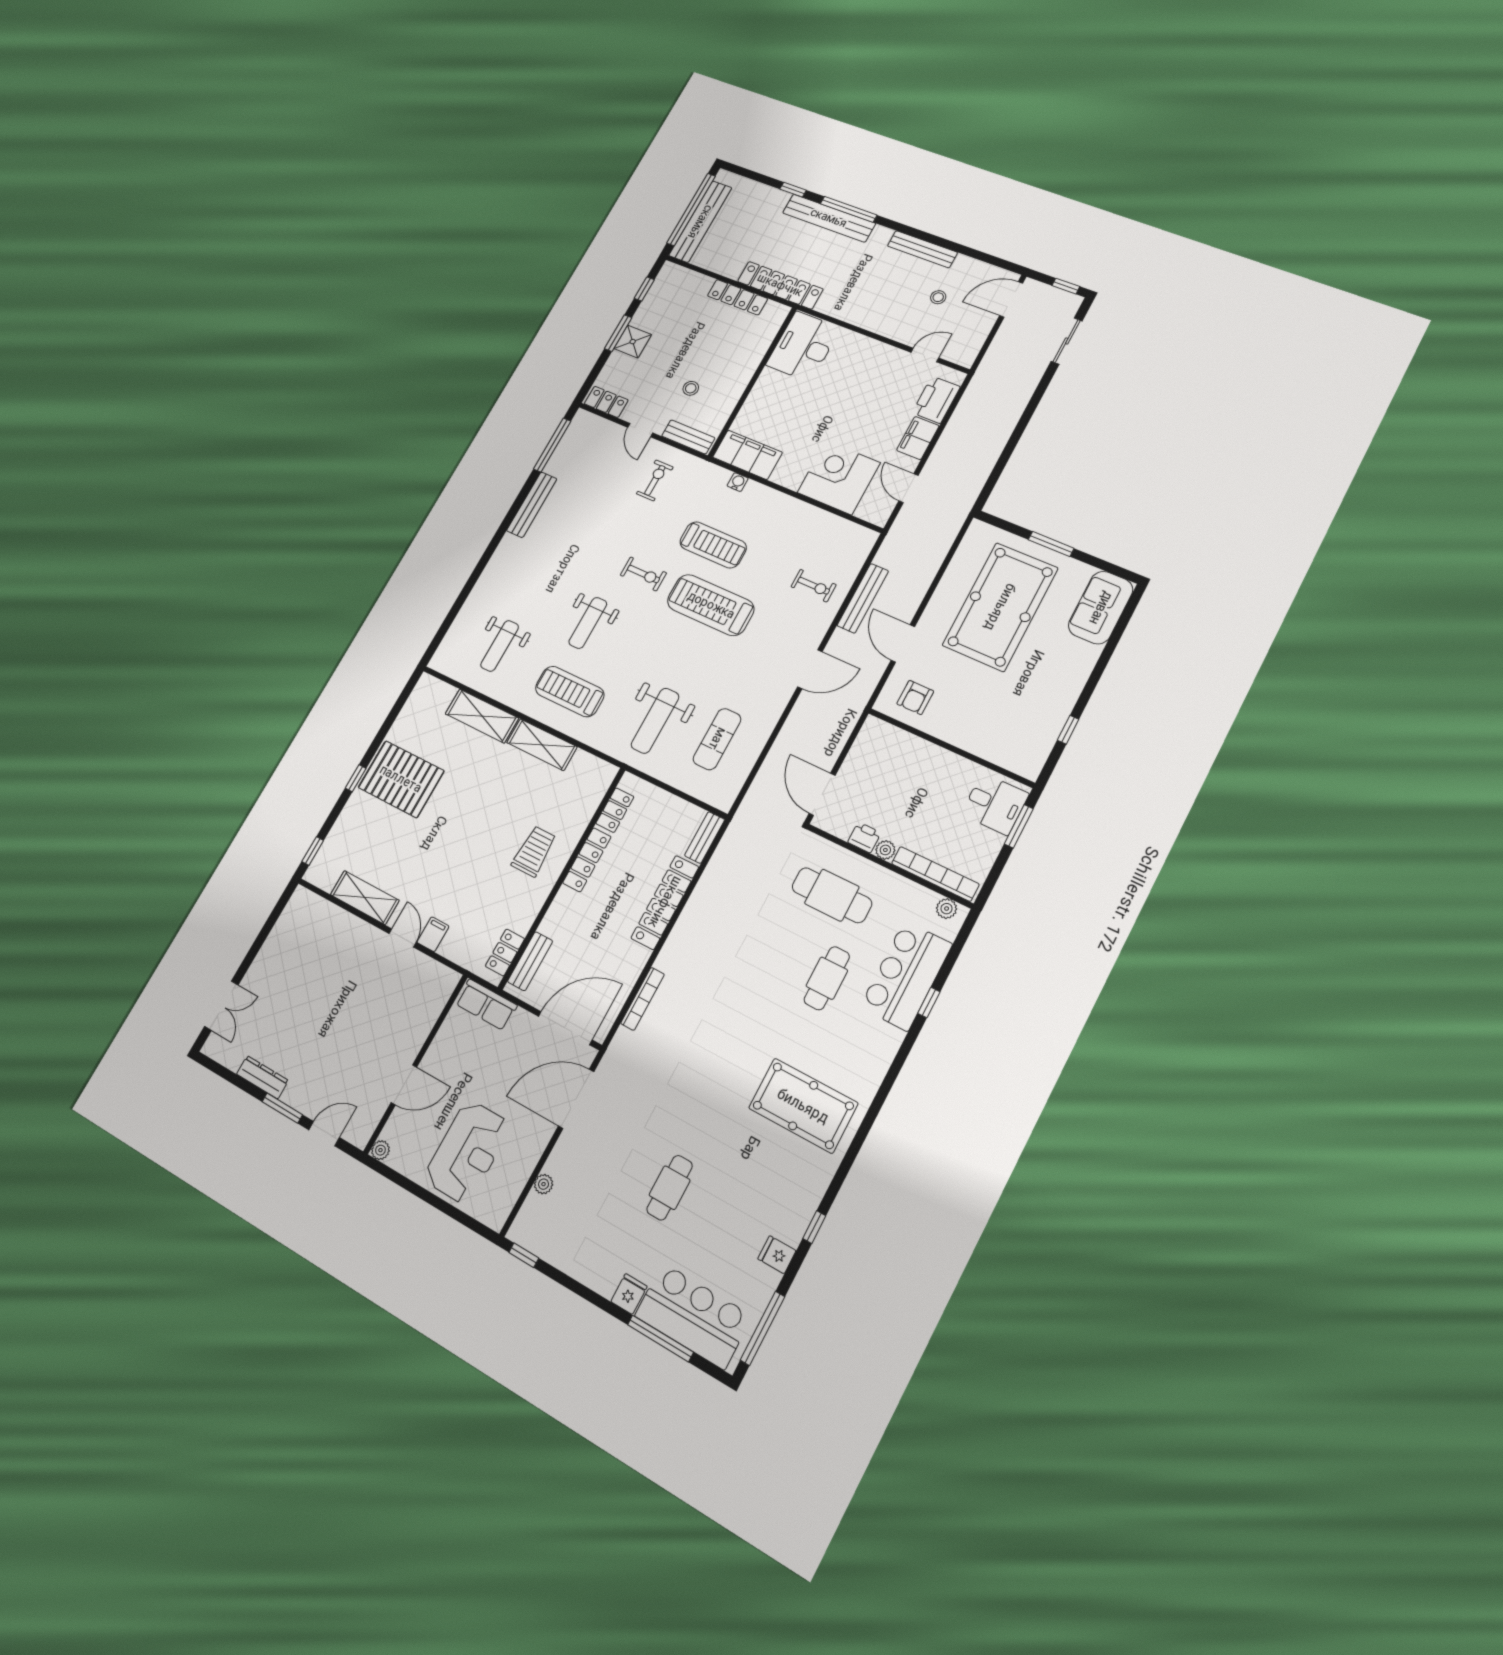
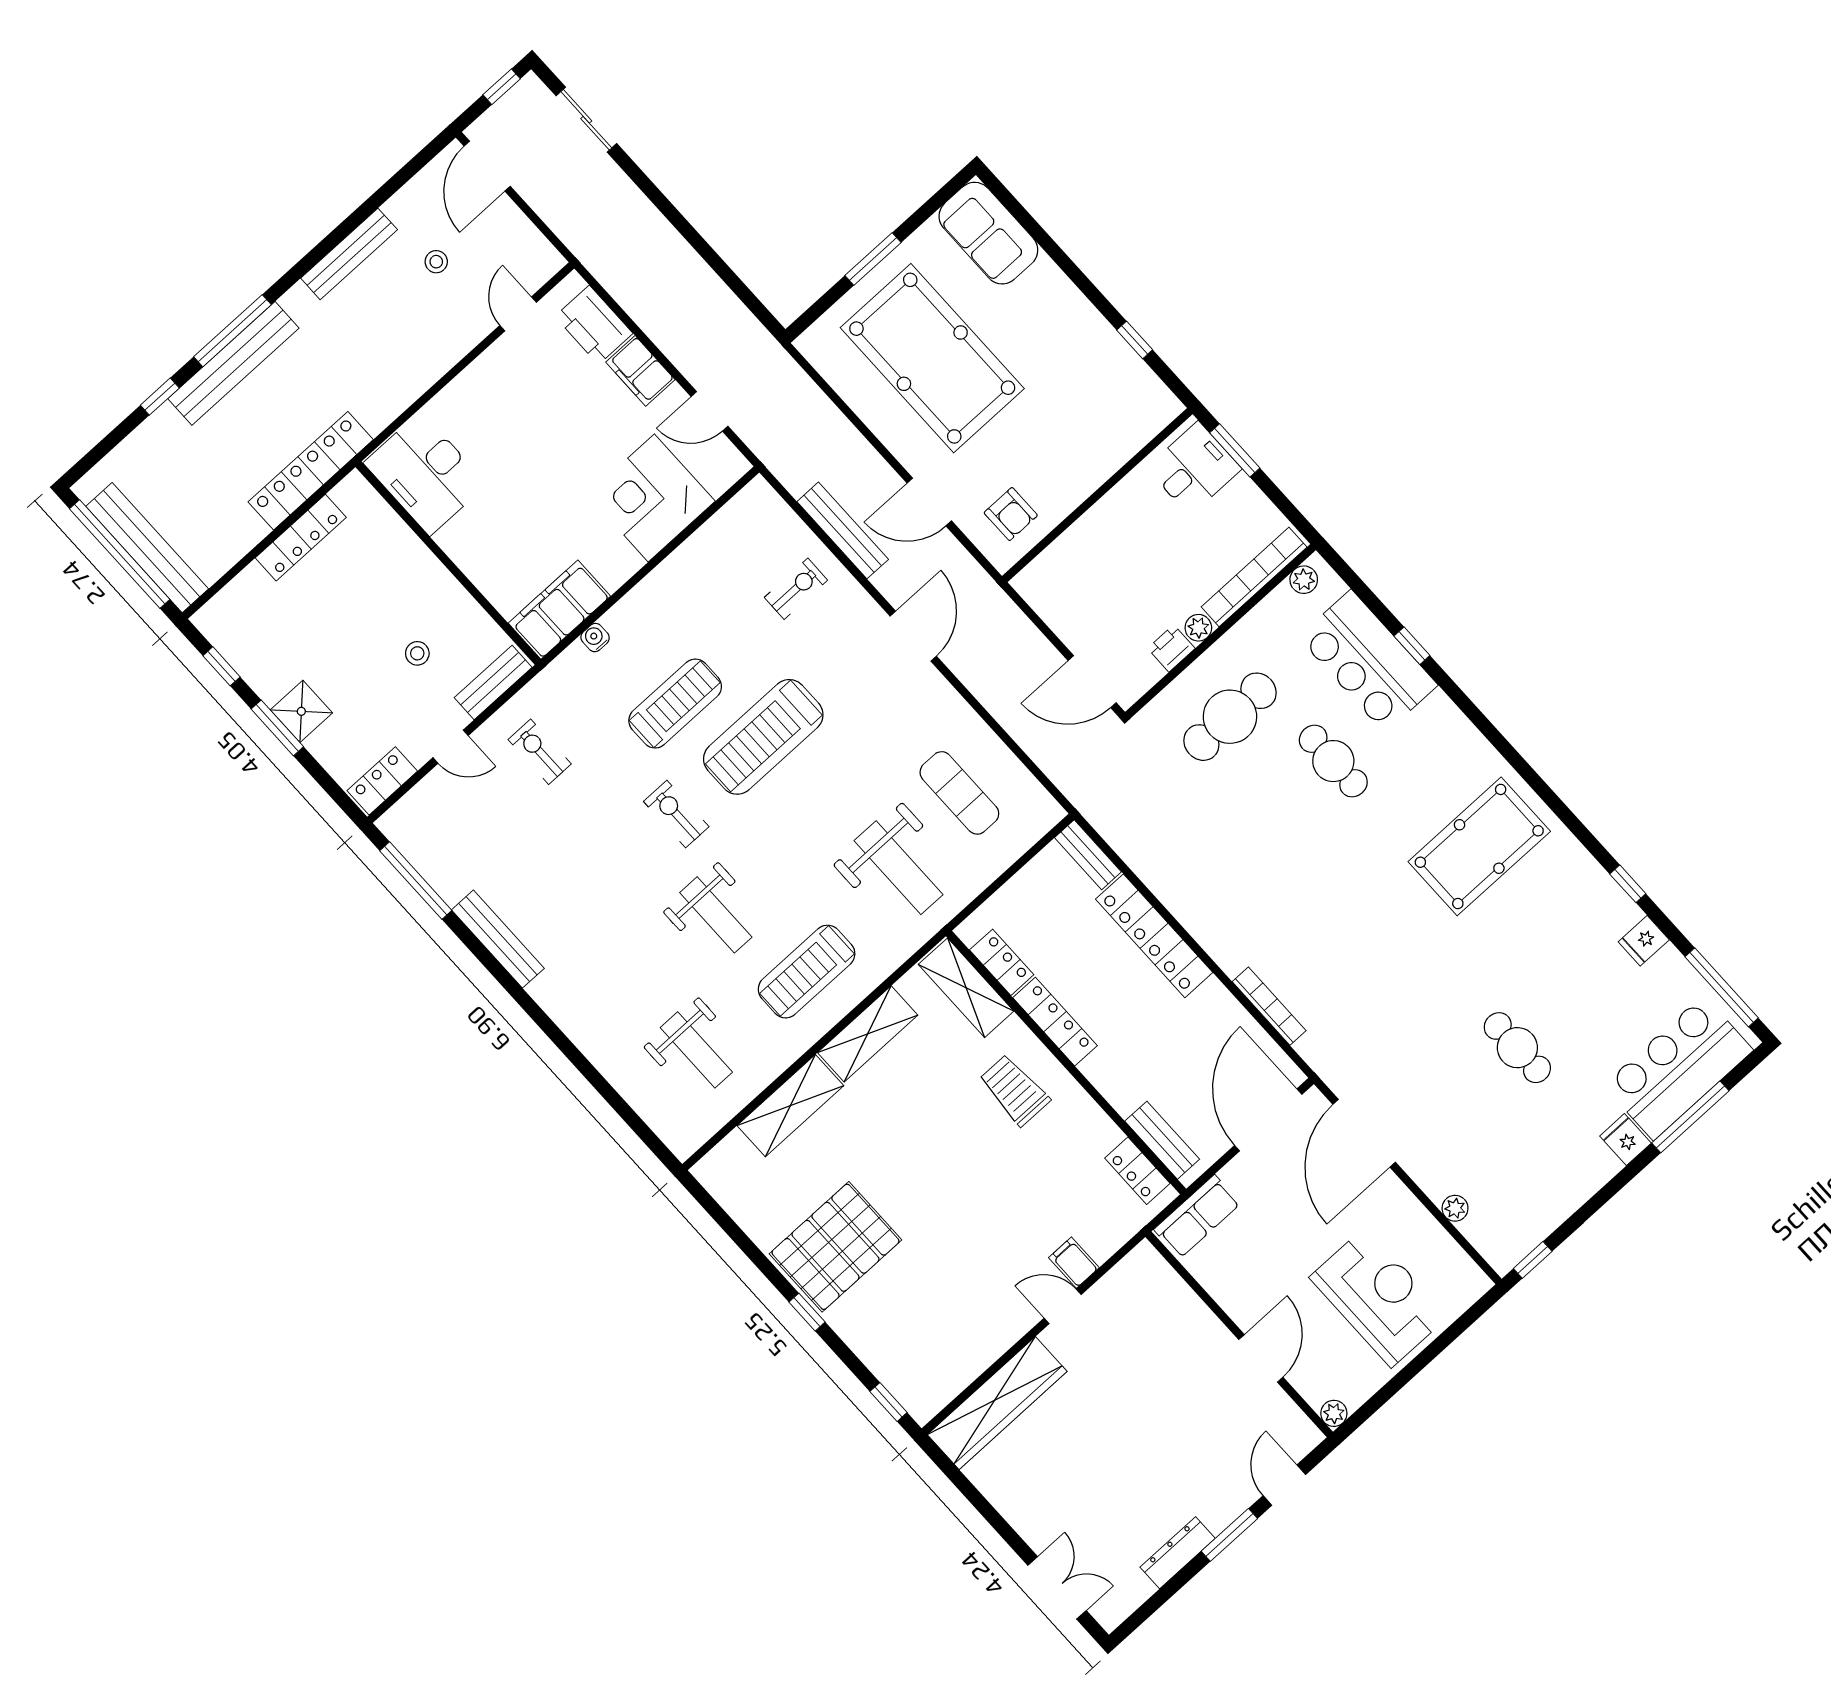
exercise bike: (643, 574) -> (676, 814), turned -90
shelving: (365, 898) -> (966, 988), moved, turned 90
wardrobe: (330, 920) -> (997, 1403), added

